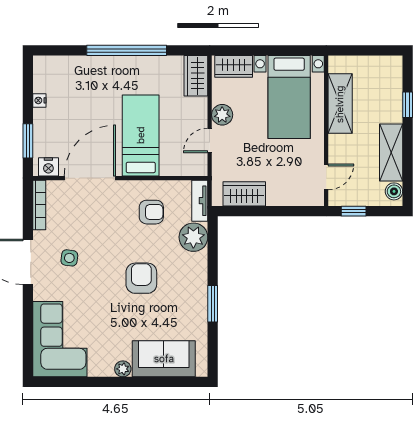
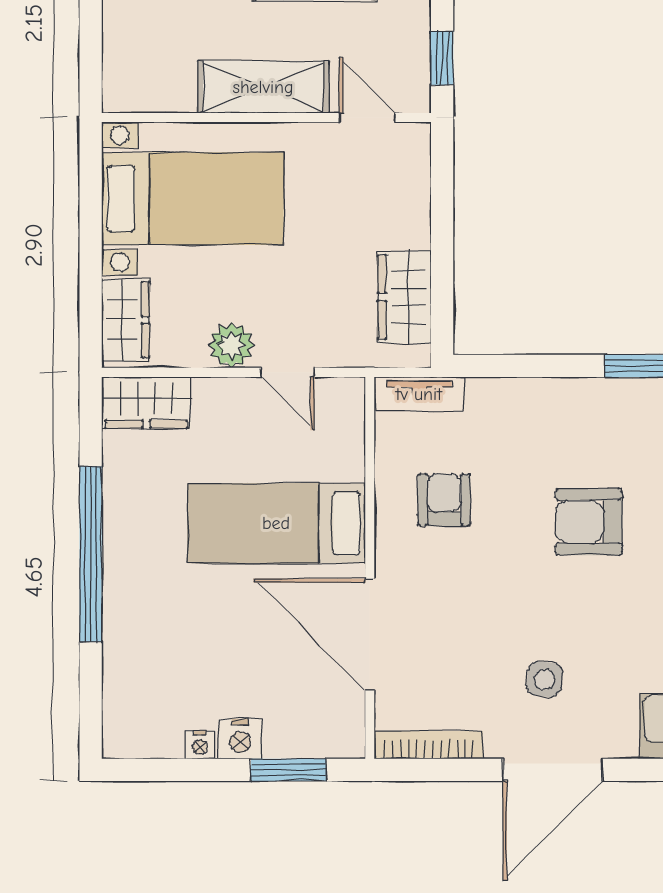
shelving: (340, 104) -> (263, 87), moved
nightstand: (48, 167) -> (240, 739), moved, turned 90
plant: (193, 237) -> (499, 408), removed

